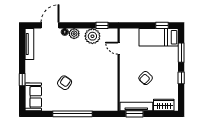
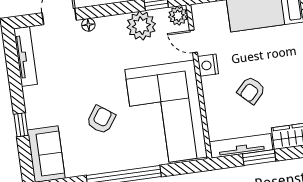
plant: (74, 34) -> (178, 16), moved
nightstand: (125, 62) -> (208, 65), added
corner sofa: (99, 84) -> (166, 113), added
window: (134, 114) -> (259, 158), moved

